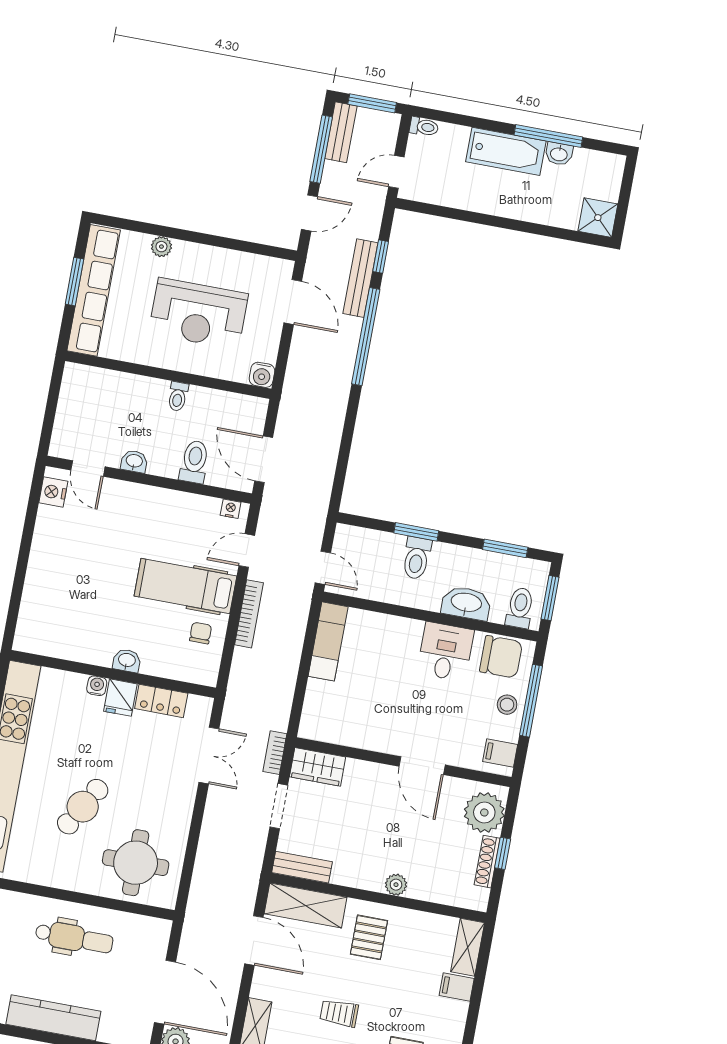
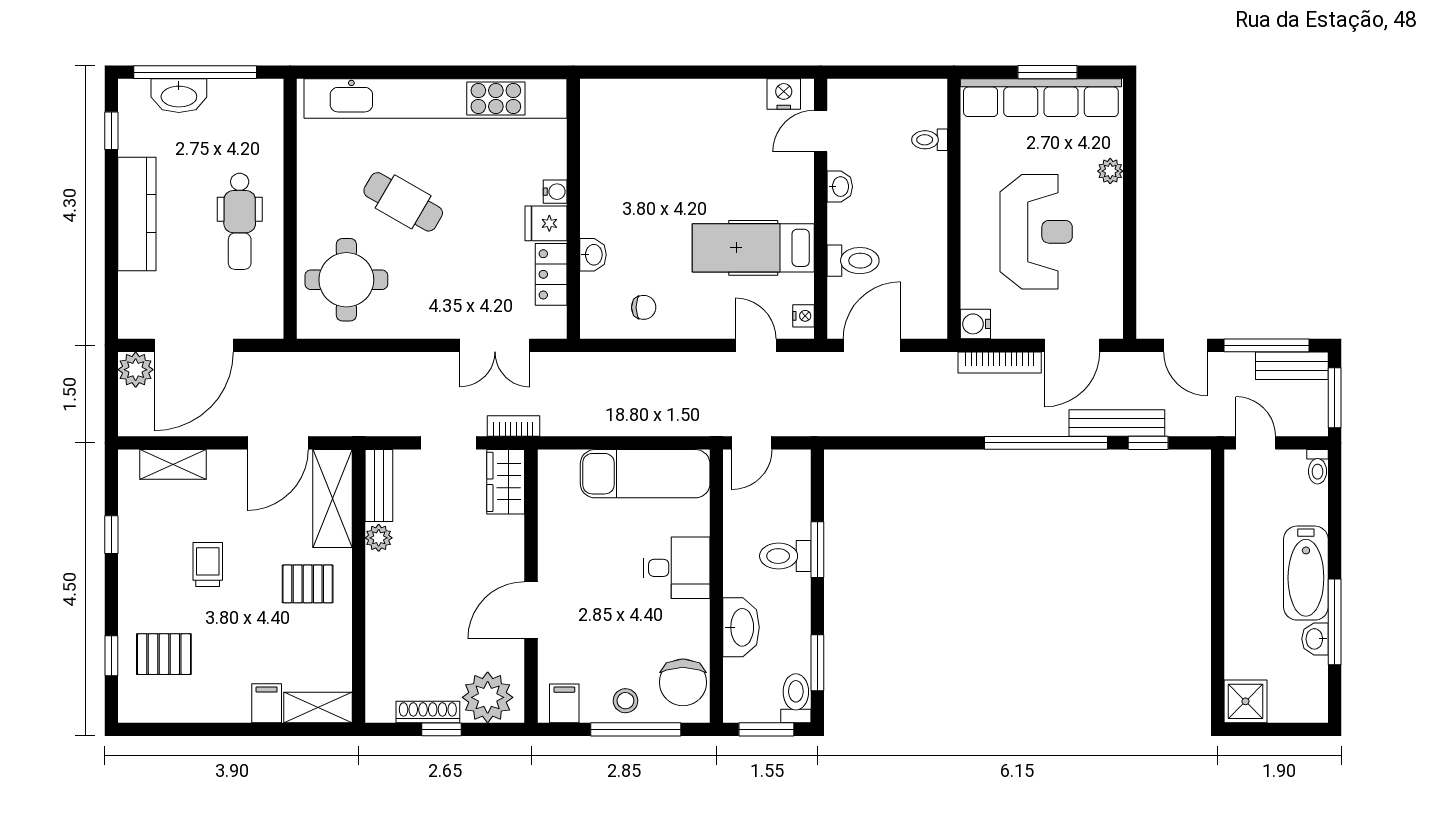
reception desk: (198, 314) -> (1036, 232), turned 180
toilet: (178, 396) -> (930, 140), moved
hospital bed: (185, 586) -> (753, 248), moved, turned -90
toilet: (520, 608) -> (796, 698), moved, turned -90
bookcase: (249, 614) -> (1000, 363), moved
exam couch: (328, 641) -> (645, 474), width x1.36, depth x1.45
desk: (446, 652) -> (677, 568), moved
washbasin: (127, 661) -> (593, 255), moved
plant: (396, 885) -> (379, 538), moved

